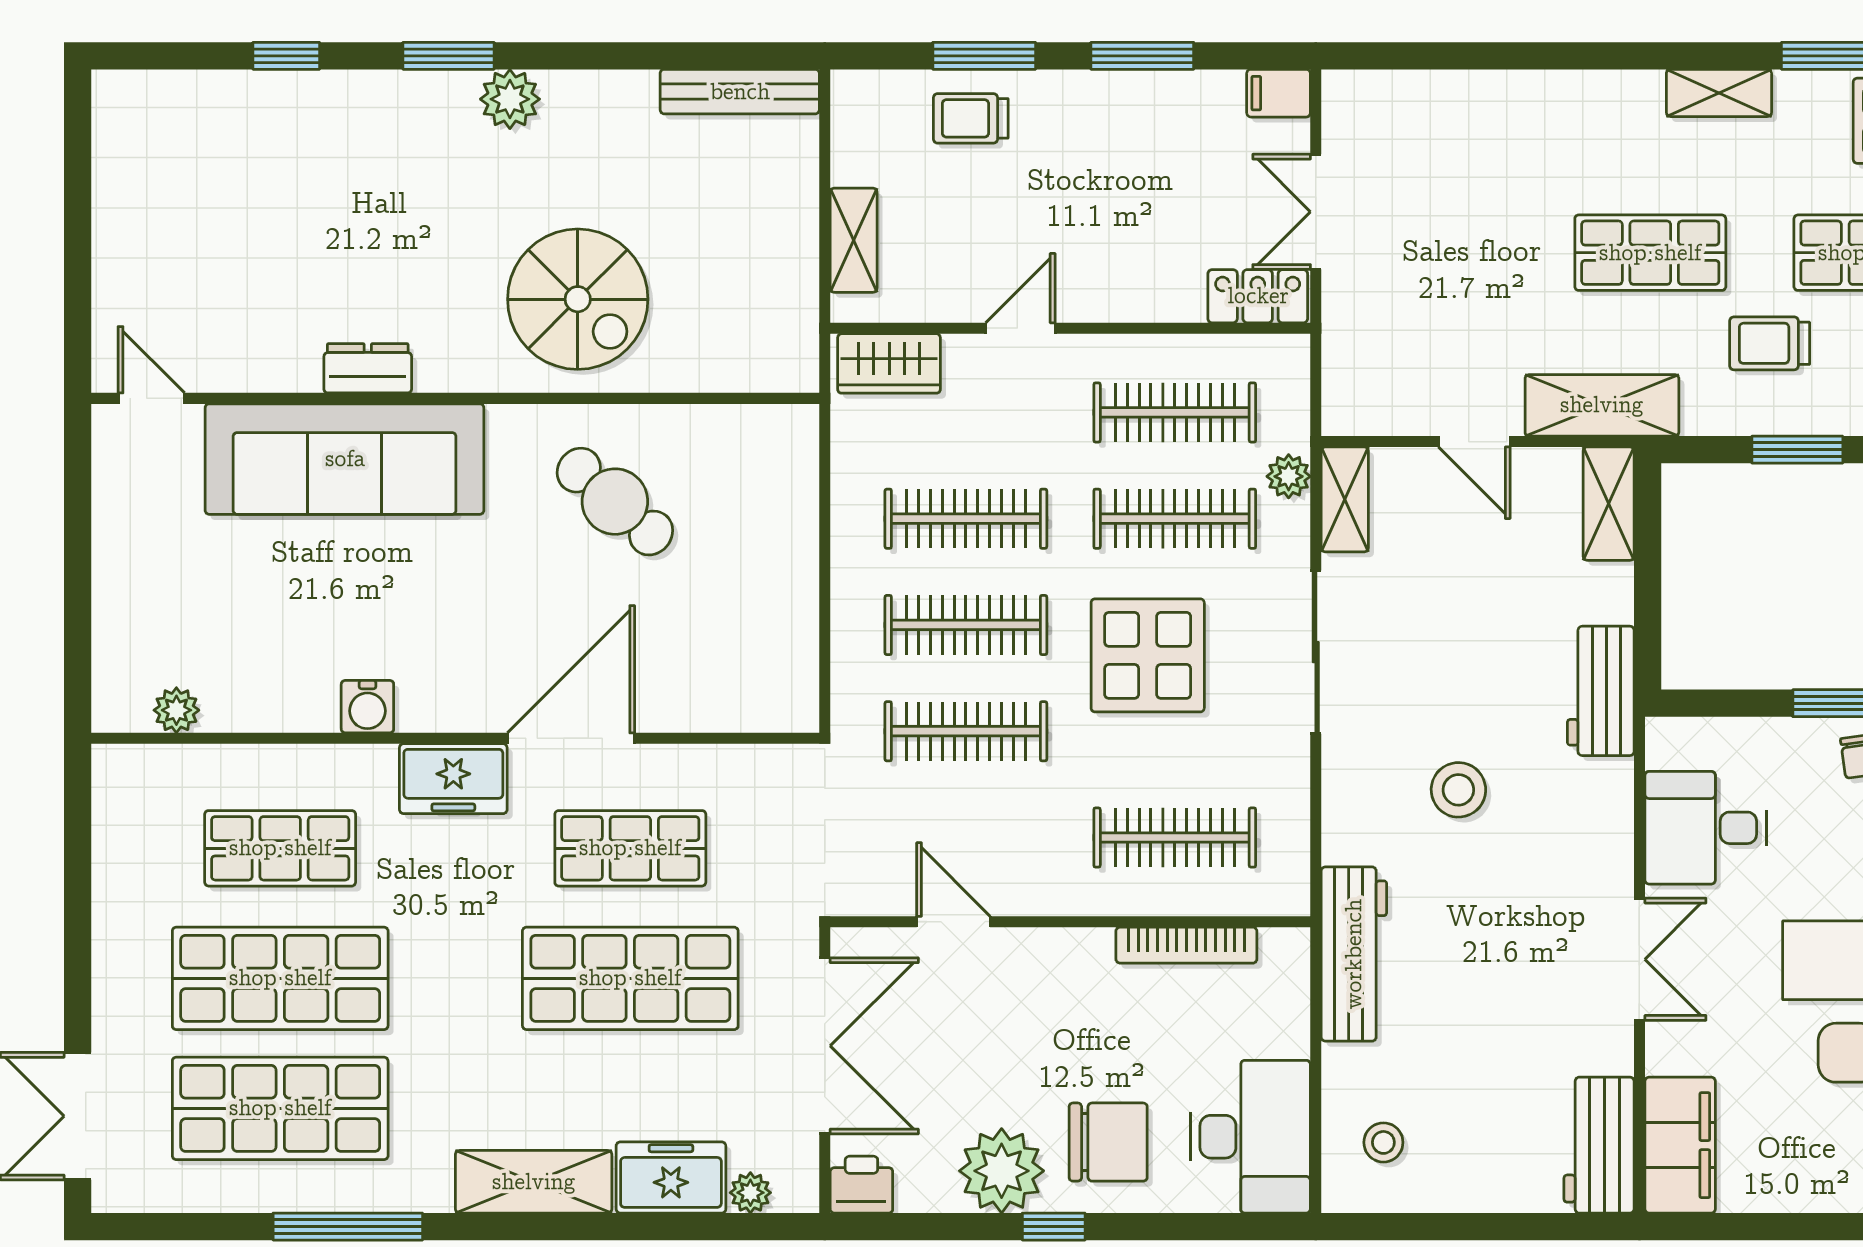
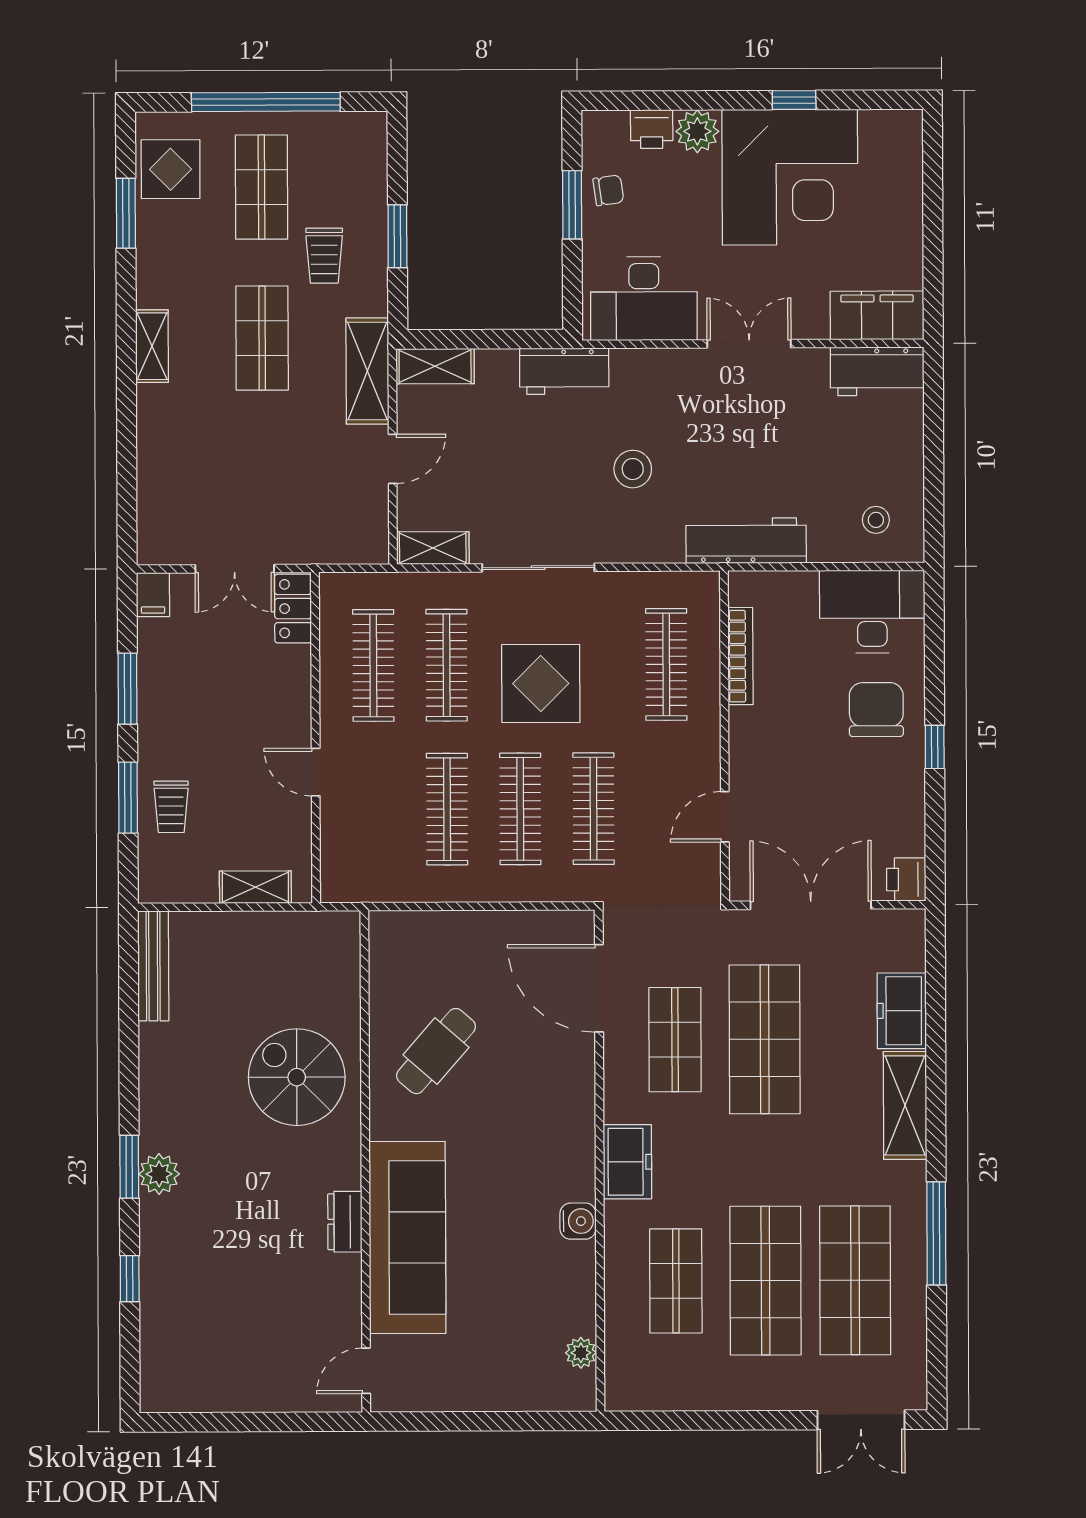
shelving: (1719, 93) -> (152, 346), moved
plant: (510, 99) -> (159, 1174), moved
spiral stairs: (578, 299) -> (297, 1077), turned -90
wardrobe: (889, 363) -> (340, 862), removed
plant: (1289, 476) -> (417, 587), removed
door: (571, 738) -> (599, 988), moved
desk: (1706, 828) -> (644, 299), width x1.37
plant: (1002, 1171) -> (896, 783), removed
plant: (750, 1193) -> (912, 956), removed

